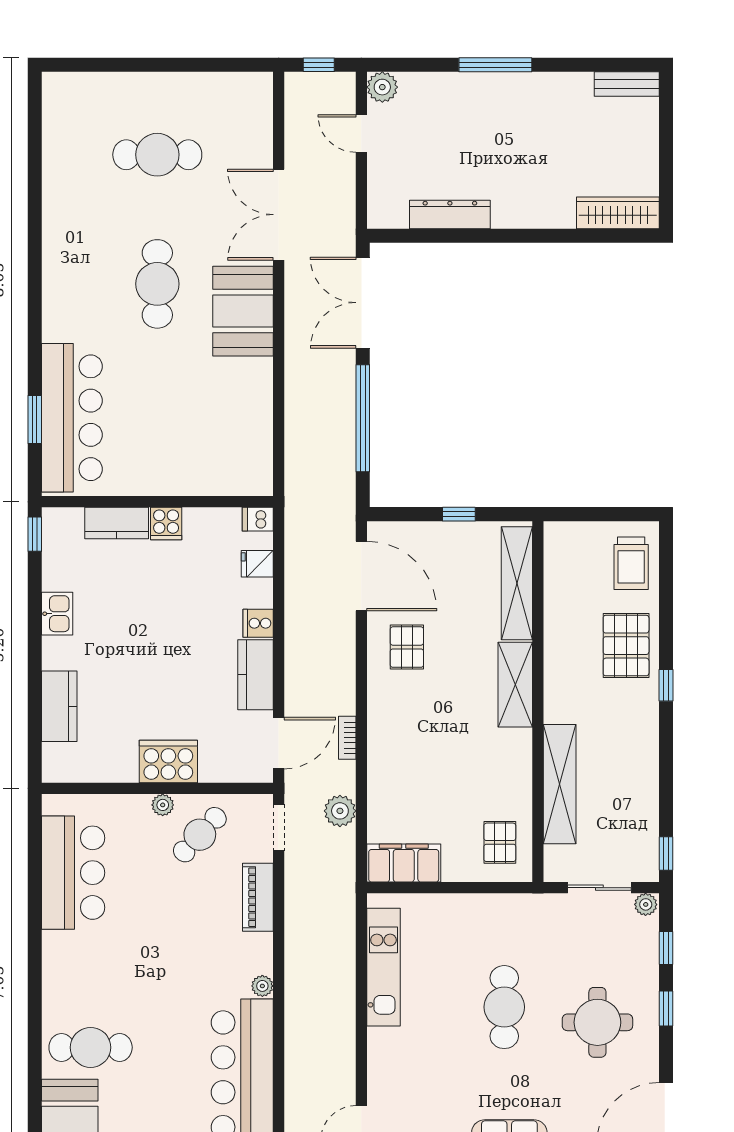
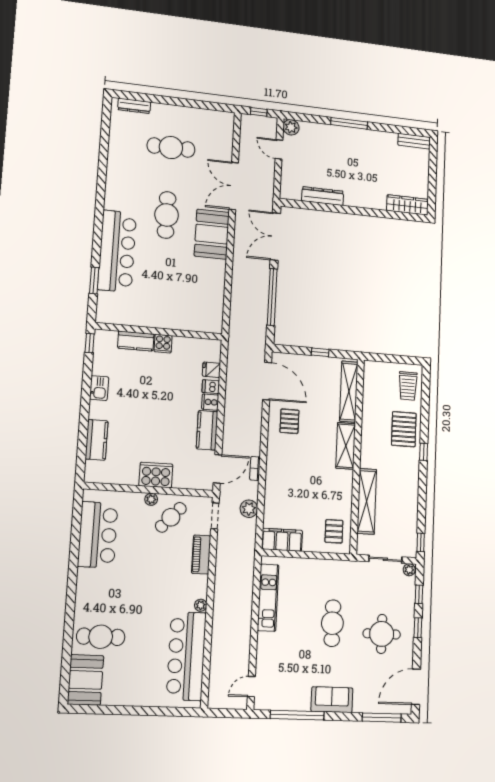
dresser: (84, 83) -> (134, 106), added
bar counter: (72, 418) -> (117, 251), moved
dishwasher: (258, 519) -> (211, 387), moved

